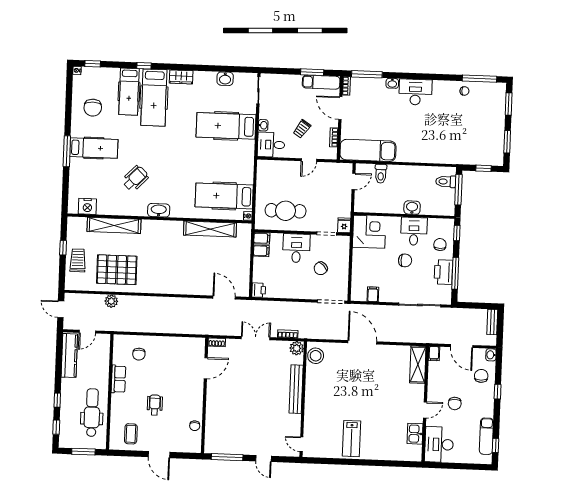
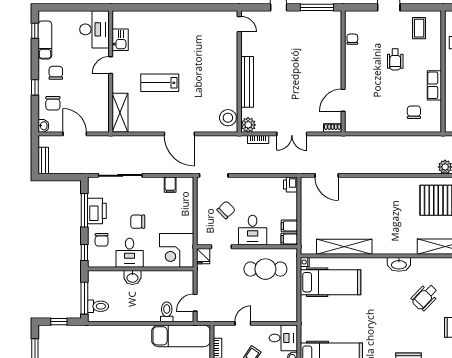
filing cabinet: (434, 354) -> (103, 125), removed
chair: (455, 404) -> (56, 73), moved
lab bench: (352, 439) -> (160, 83), moved, turned -90

